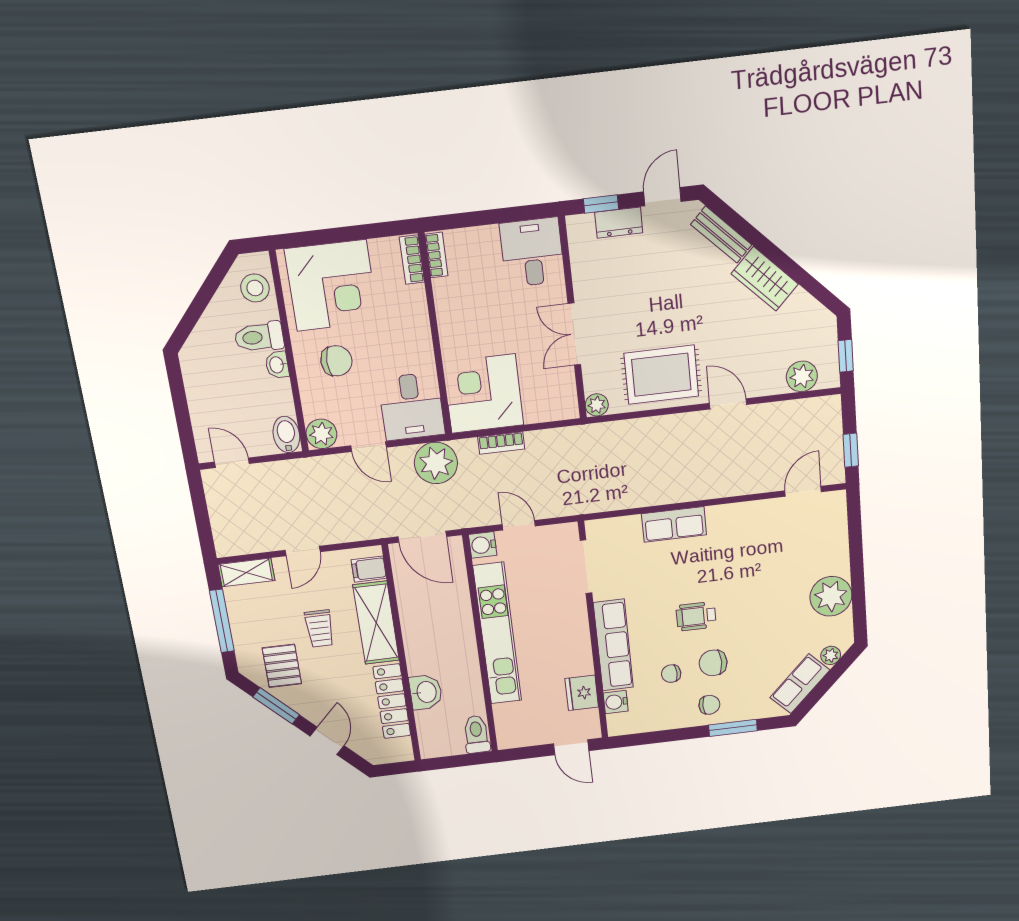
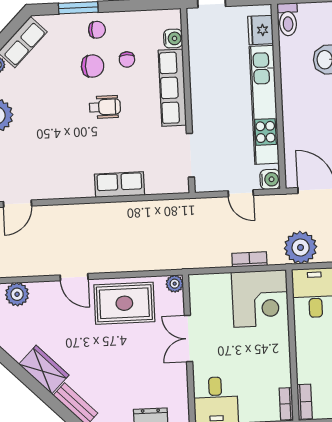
double door: (574, 334) -> (188, 339), swing flipped
chair: (671, 674) -> (127, 60), turned 93
fridge: (582, 693) -> (261, 30), moved, turned 180
chair: (709, 705) -> (97, 30), turned 180

